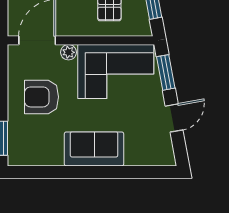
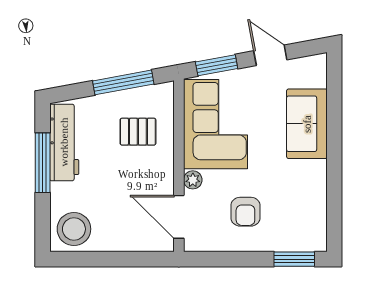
armchair: (42, 97) -> (245, 212), width x0.72, depth x0.72
sofa: (94, 149) -> (307, 124), moved

